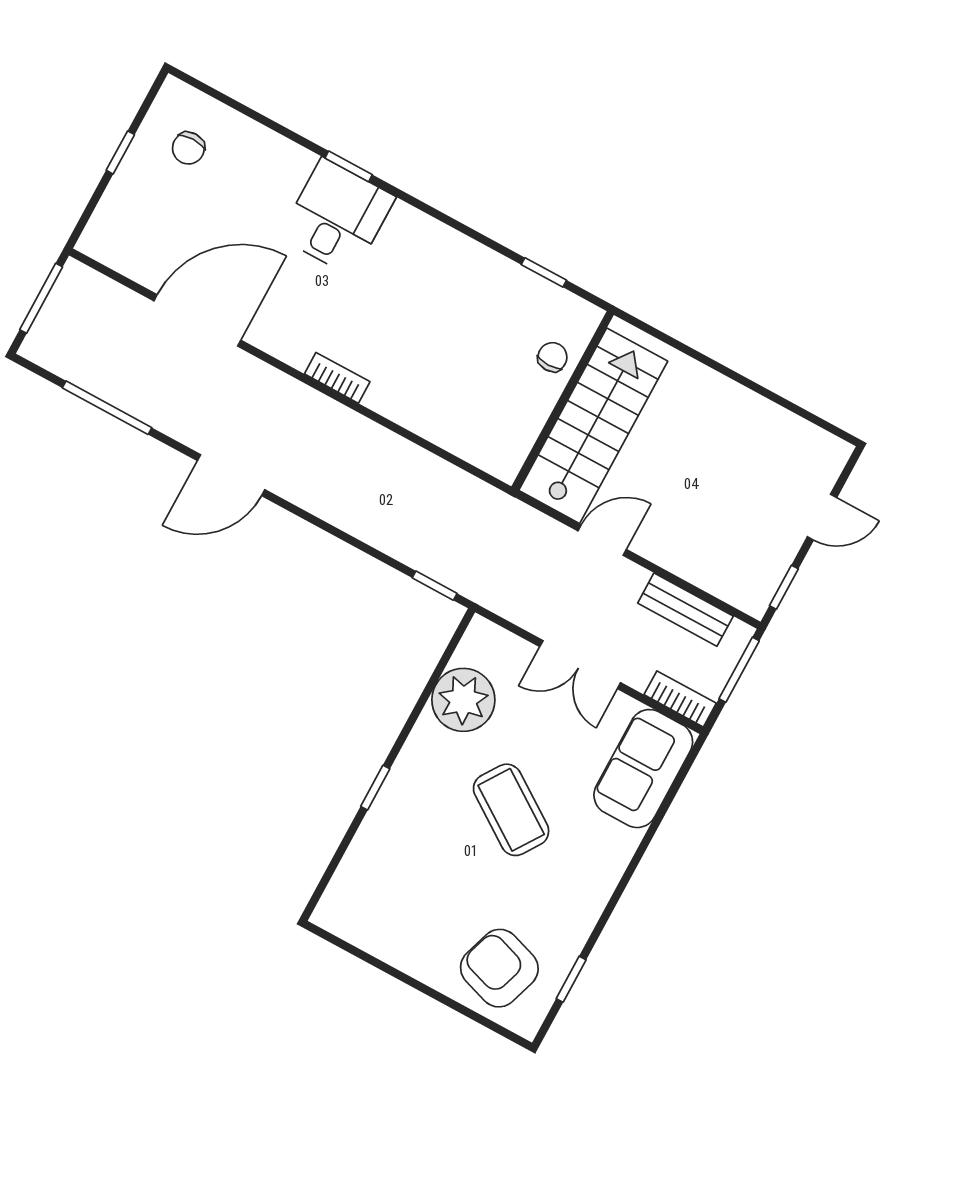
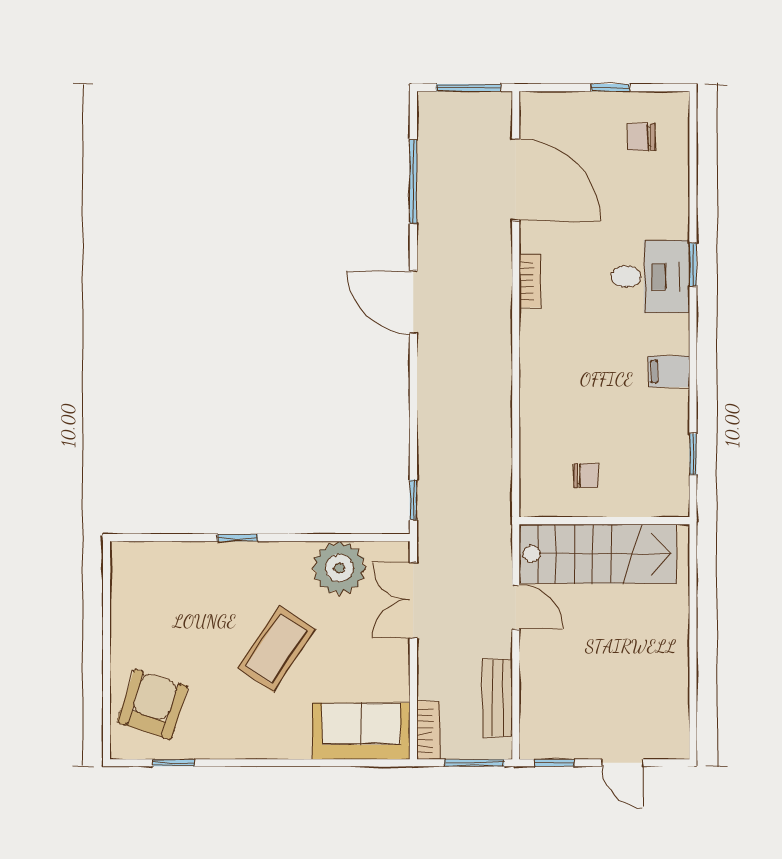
filing cabinet: (445, 251) -> (669, 371), added
door: (197, 320) -> (516, 180), moved
chair: (552, 357) -> (586, 476), moved
bookcase: (337, 378) -> (530, 281), moved
double door: (580, 665) -> (413, 600), moved

